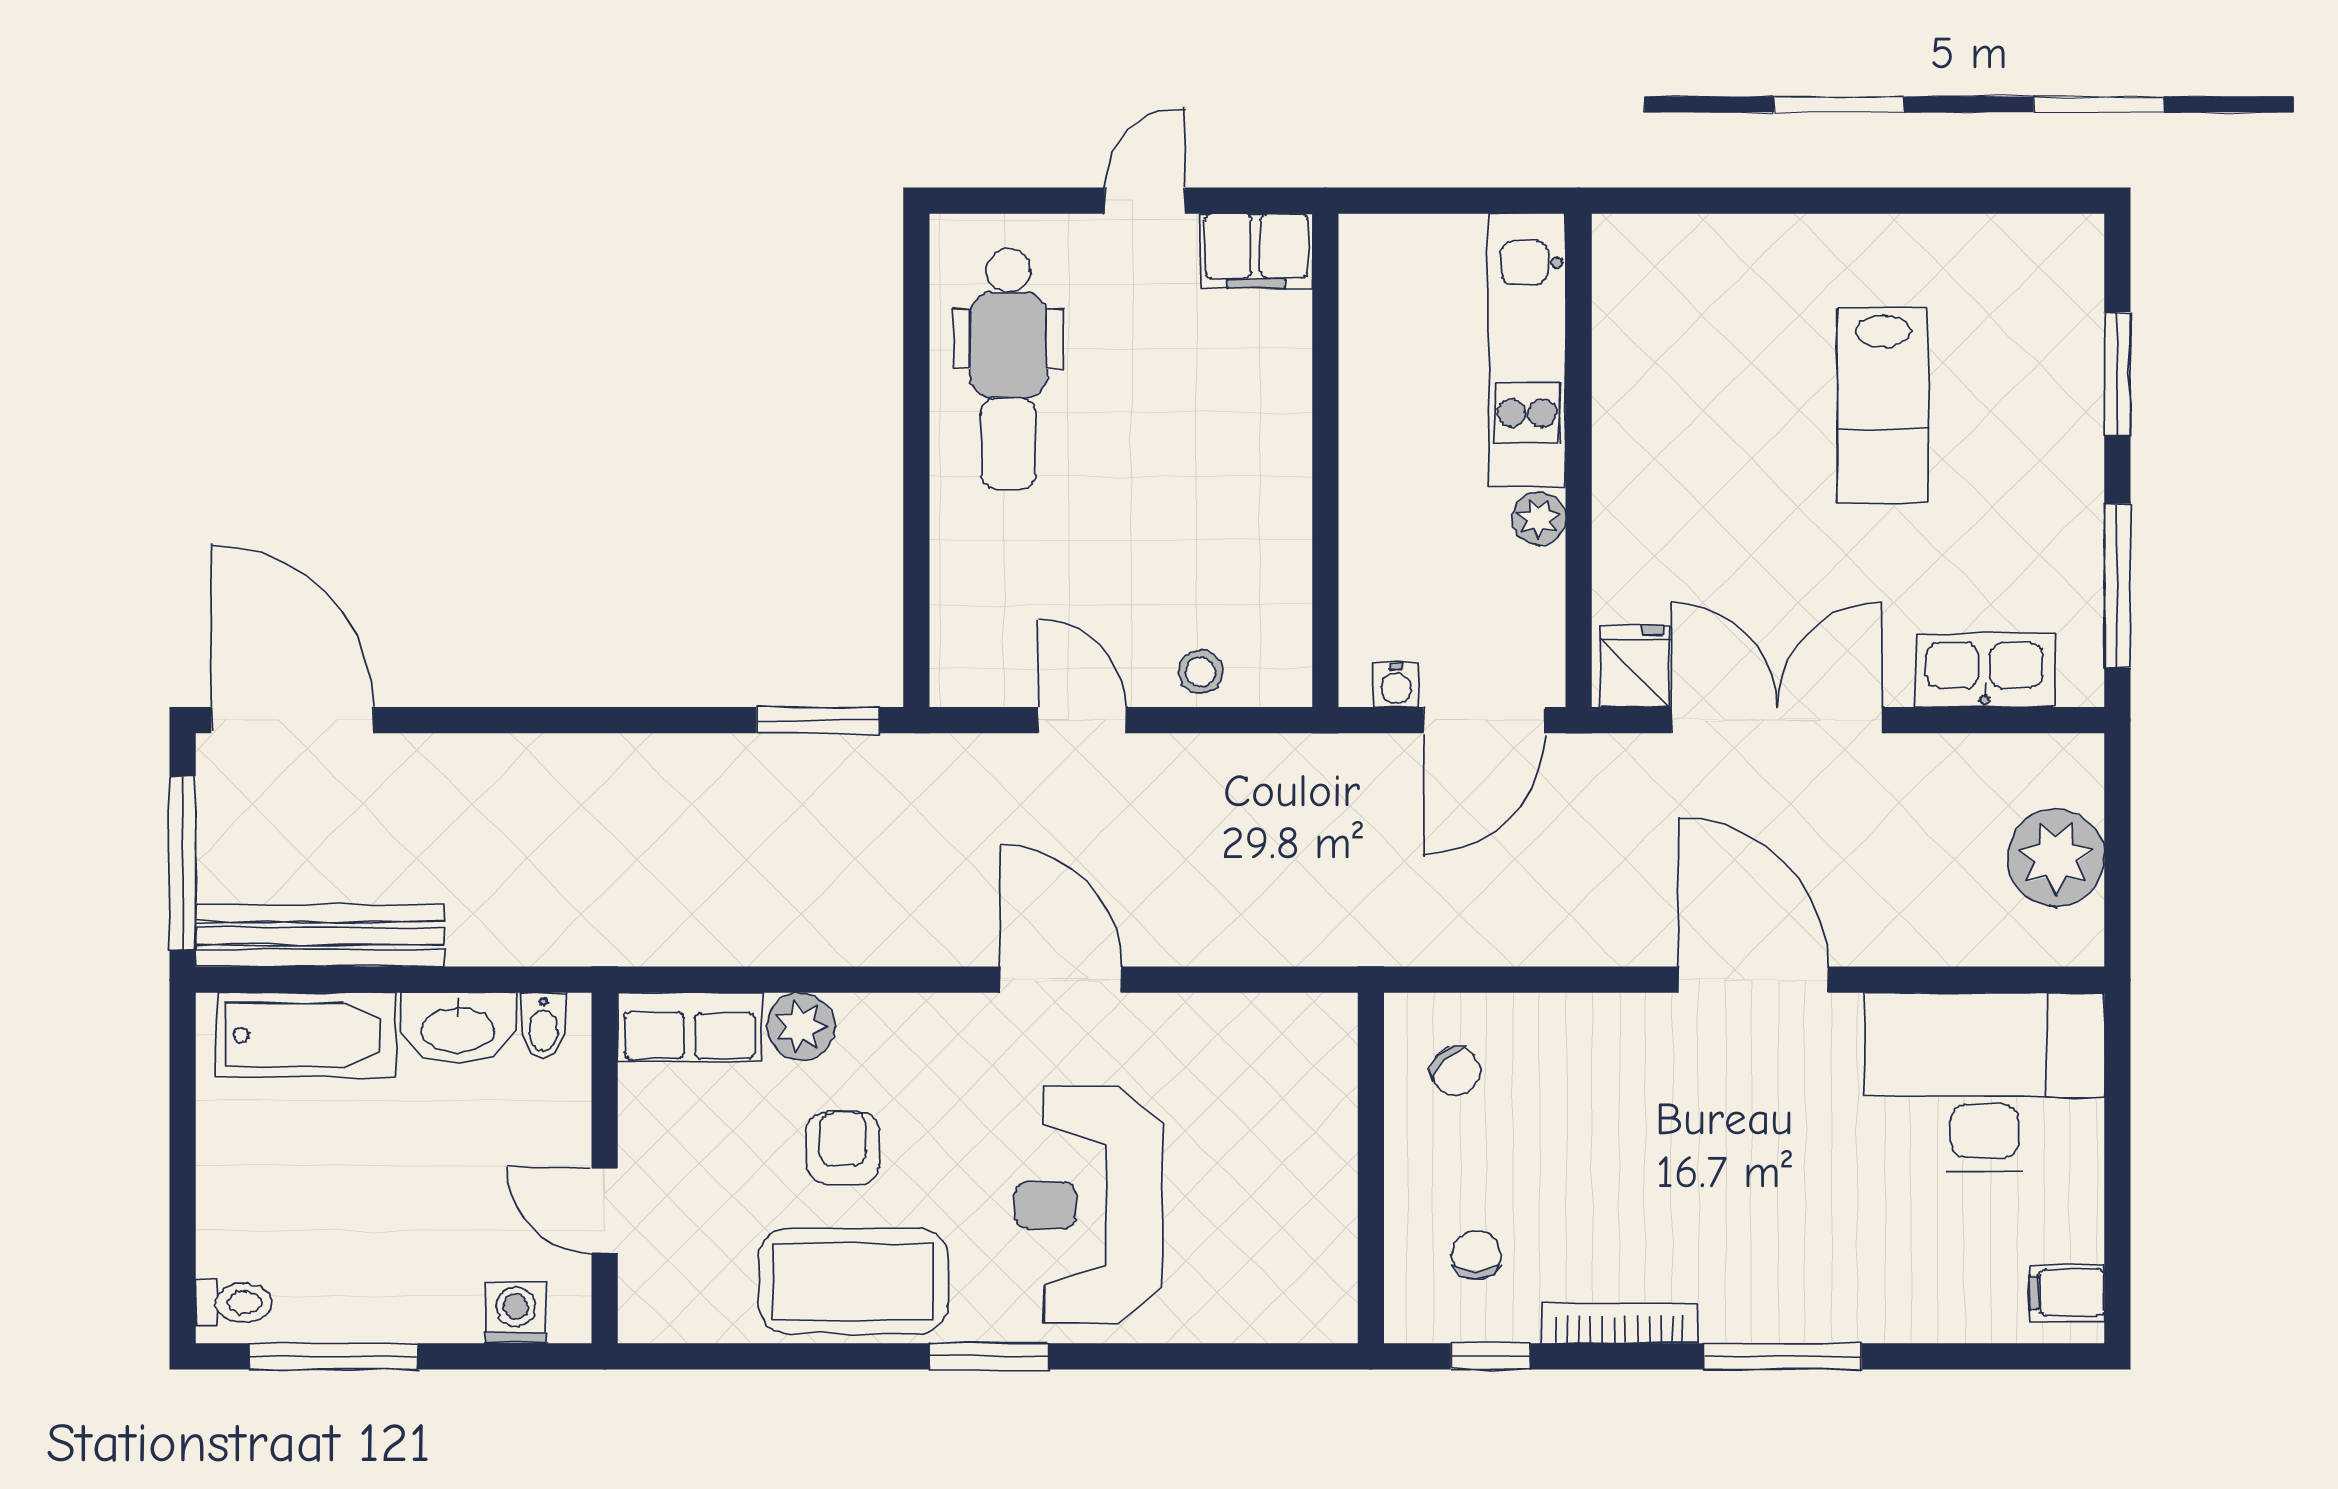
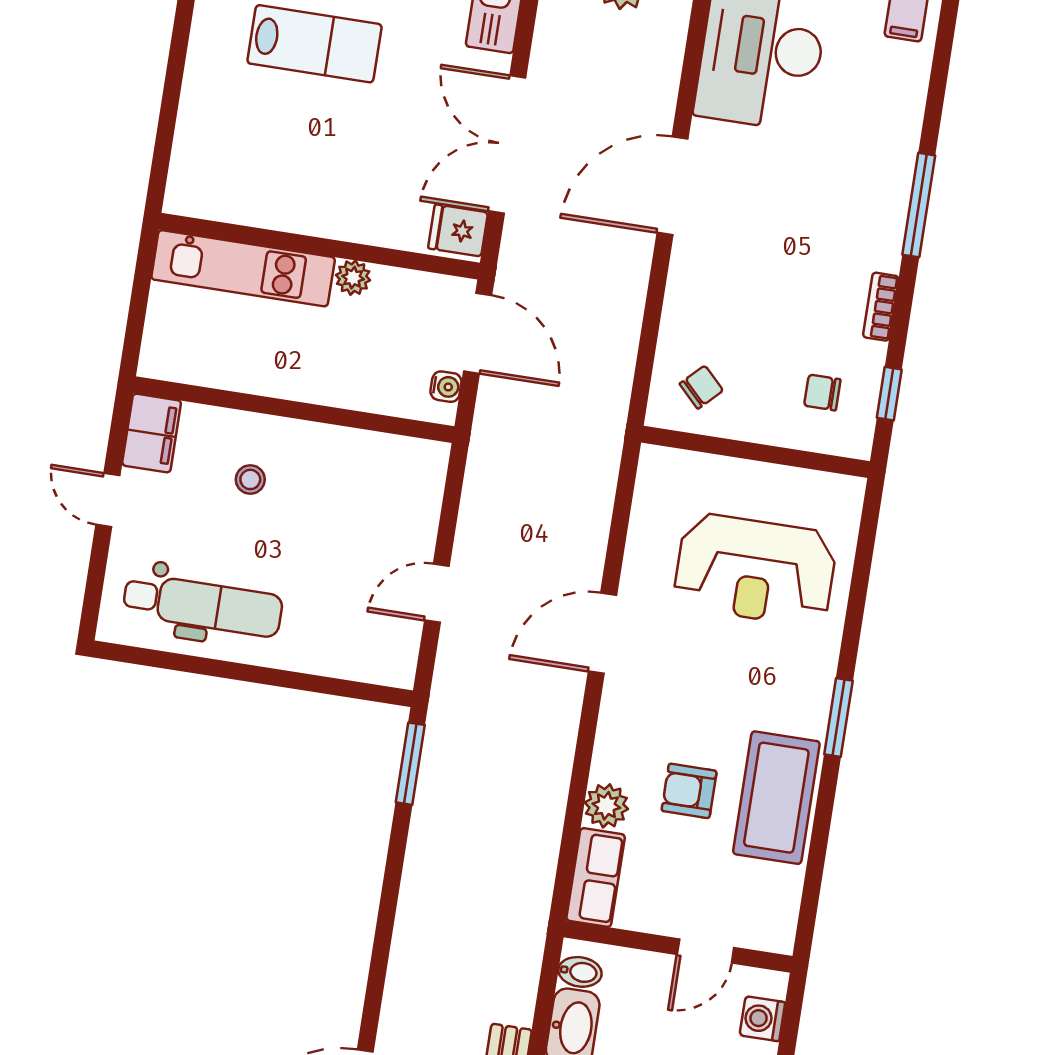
stool: (1201, 672) -> (250, 479), moved
reception desk: (1088, 1205) -> (755, 570), moved
bookcase: (1620, 1323) -> (881, 307), width x0.64

